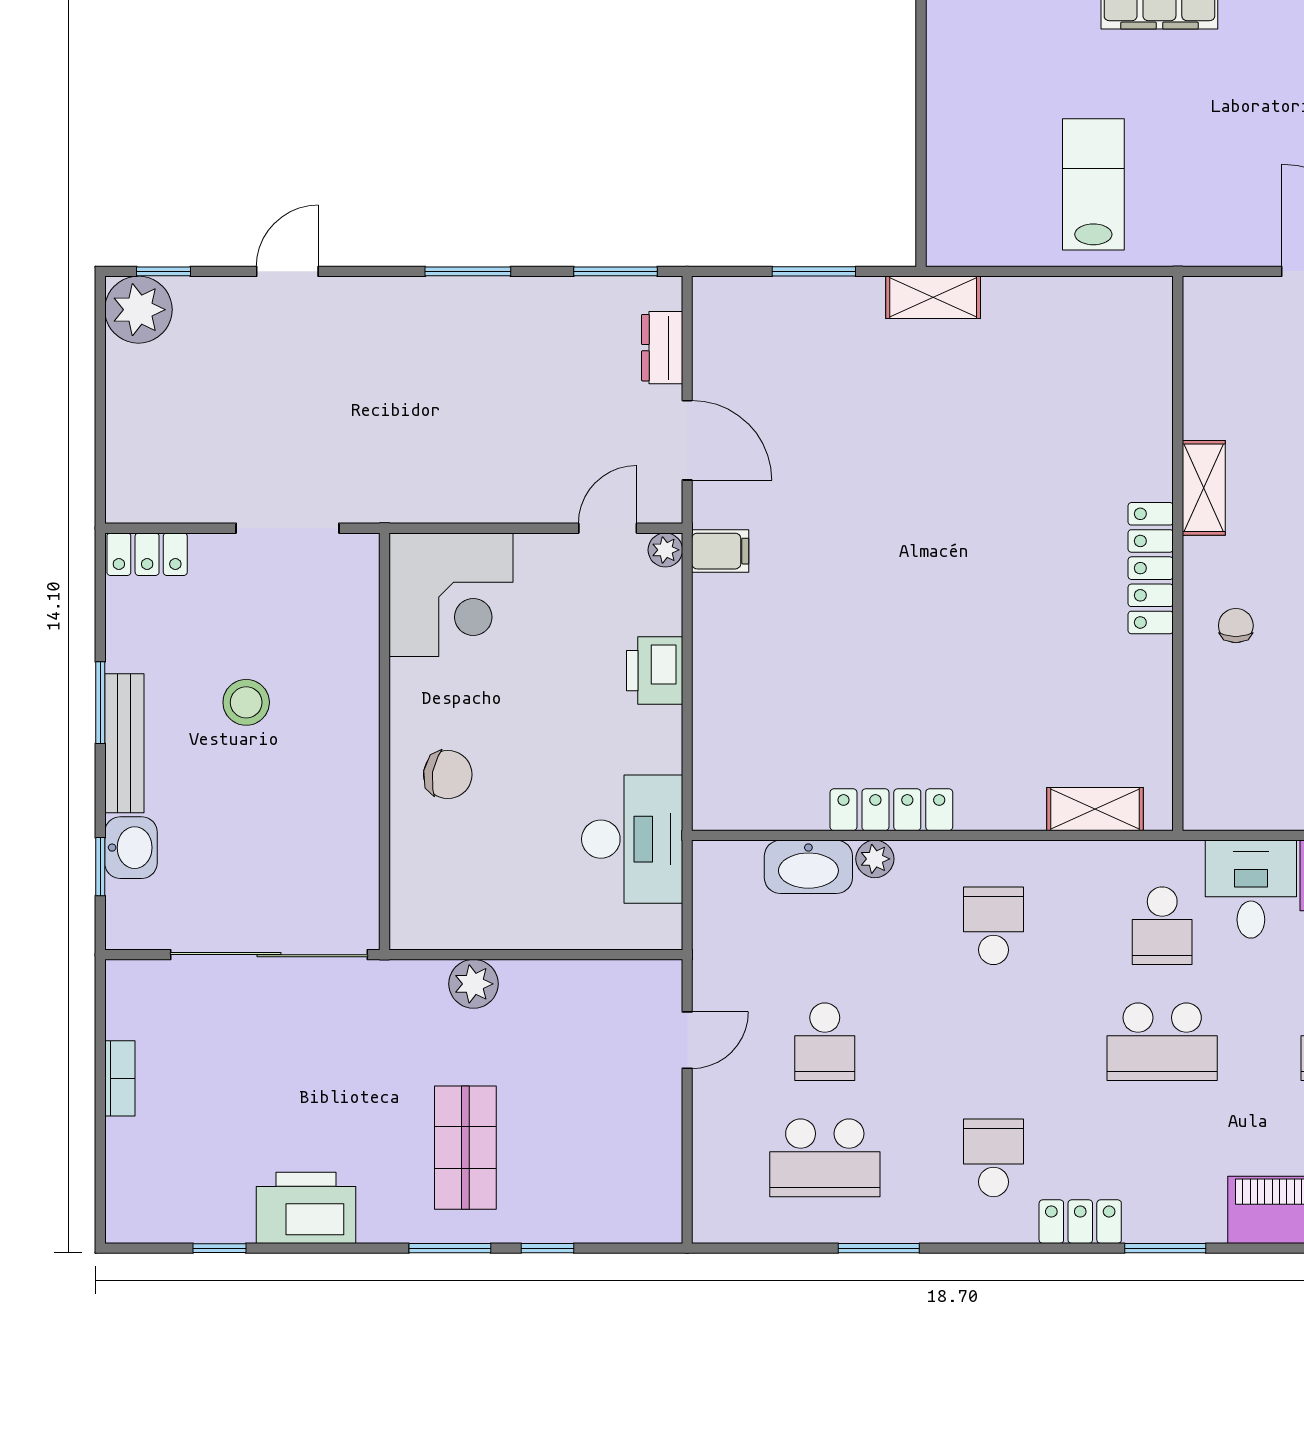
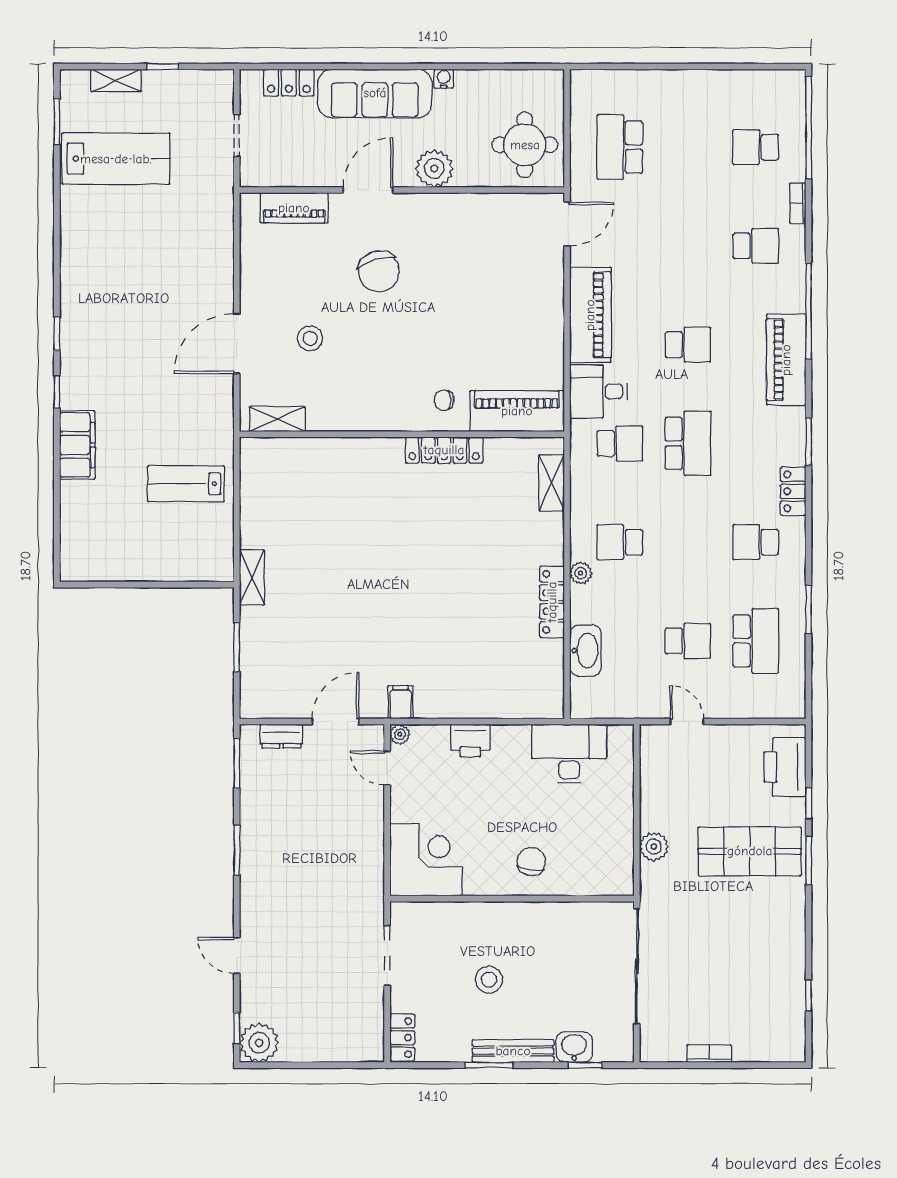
shelving: (1204, 488) -> (277, 419), moved
locker: (1151, 568) -> (444, 450), moved
piano: (1217, 750) -> (517, 411), added
plant: (875, 859) -> (581, 573), moved
shop shelf: (465, 1148) -> (750, 851), width x1.43, depth x1.36
printer: (306, 1208) -> (785, 767), moved

